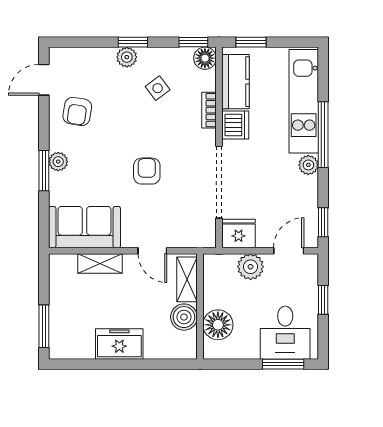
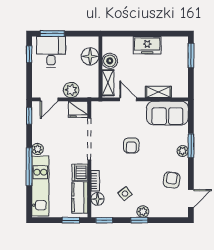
floor lamp: (205, 58) -> (98, 199), moved
window: (323, 300) -> (29, 54), moved

